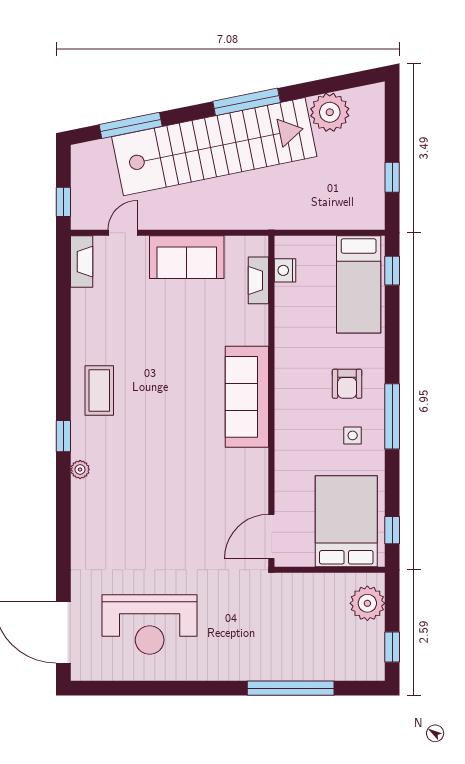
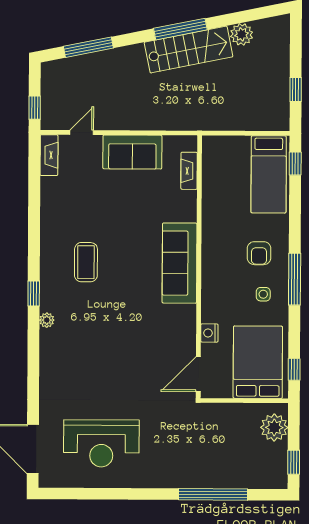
plant: (330, 112) -> (242, 34), width x0.73, depth x0.73
stairs: (214, 147) -> (189, 50), width x0.54, depth x0.66
nightstand: (285, 270) -> (209, 333), moved
coffee table: (99, 391) -> (86, 262), moved

